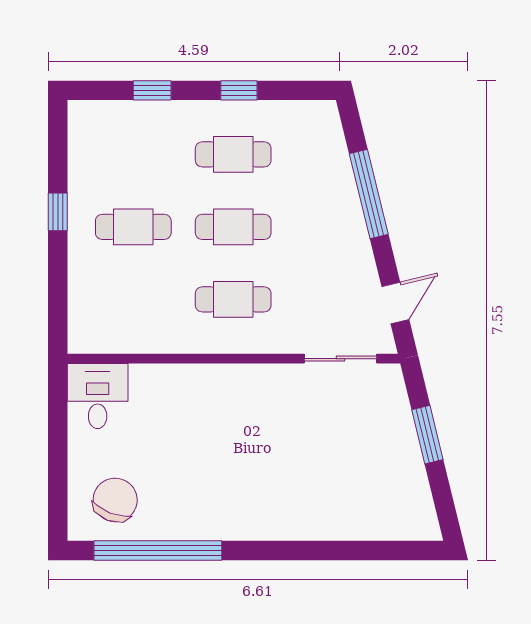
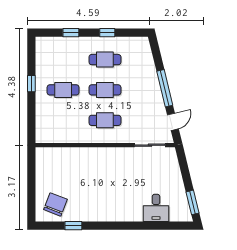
window: (369, 194) -> (165, 88), moved
desk: (98, 396) -> (156, 208), moved, turned 180
window: (427, 435) -> (193, 202), moved
window: (158, 551) -> (73, 226), width x0.32

